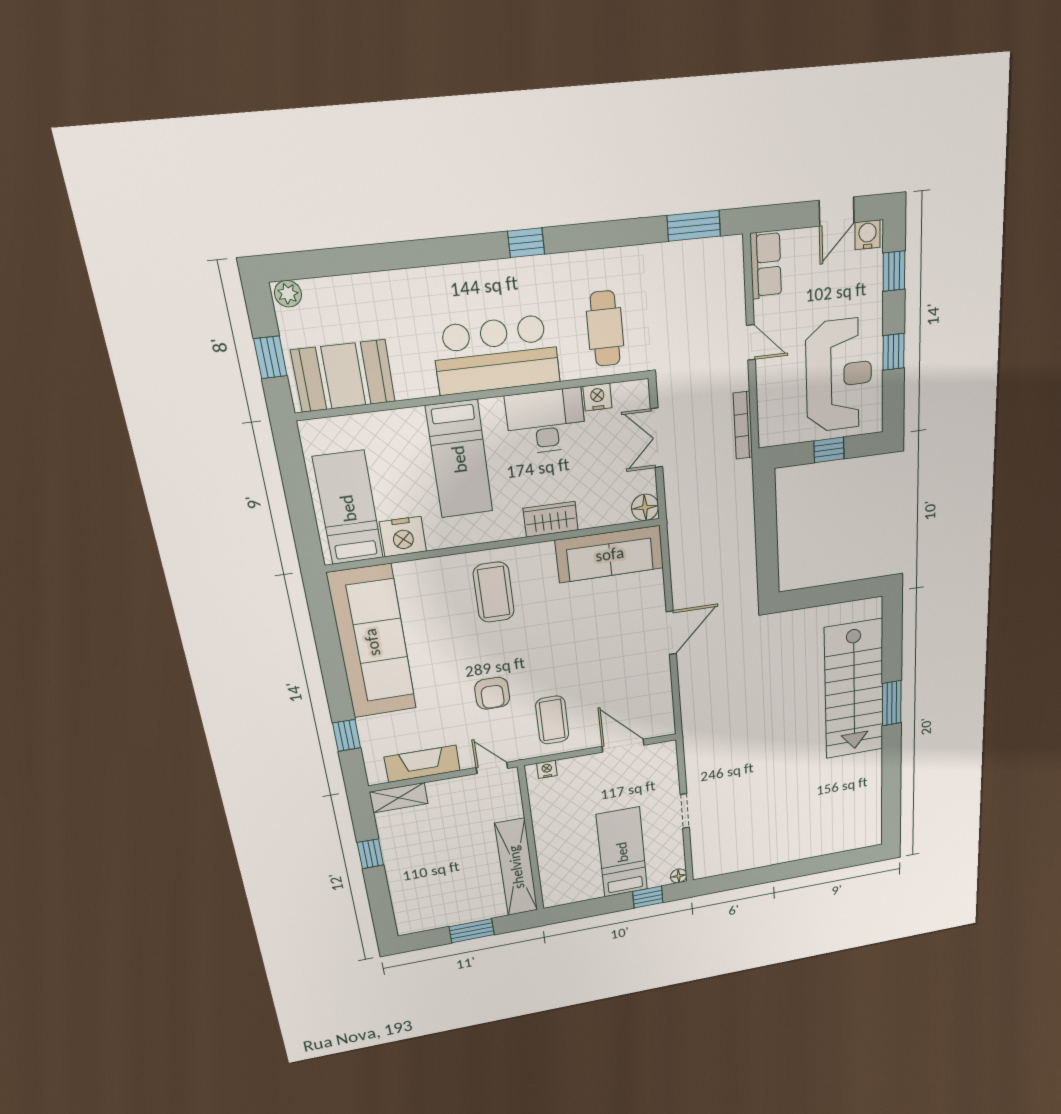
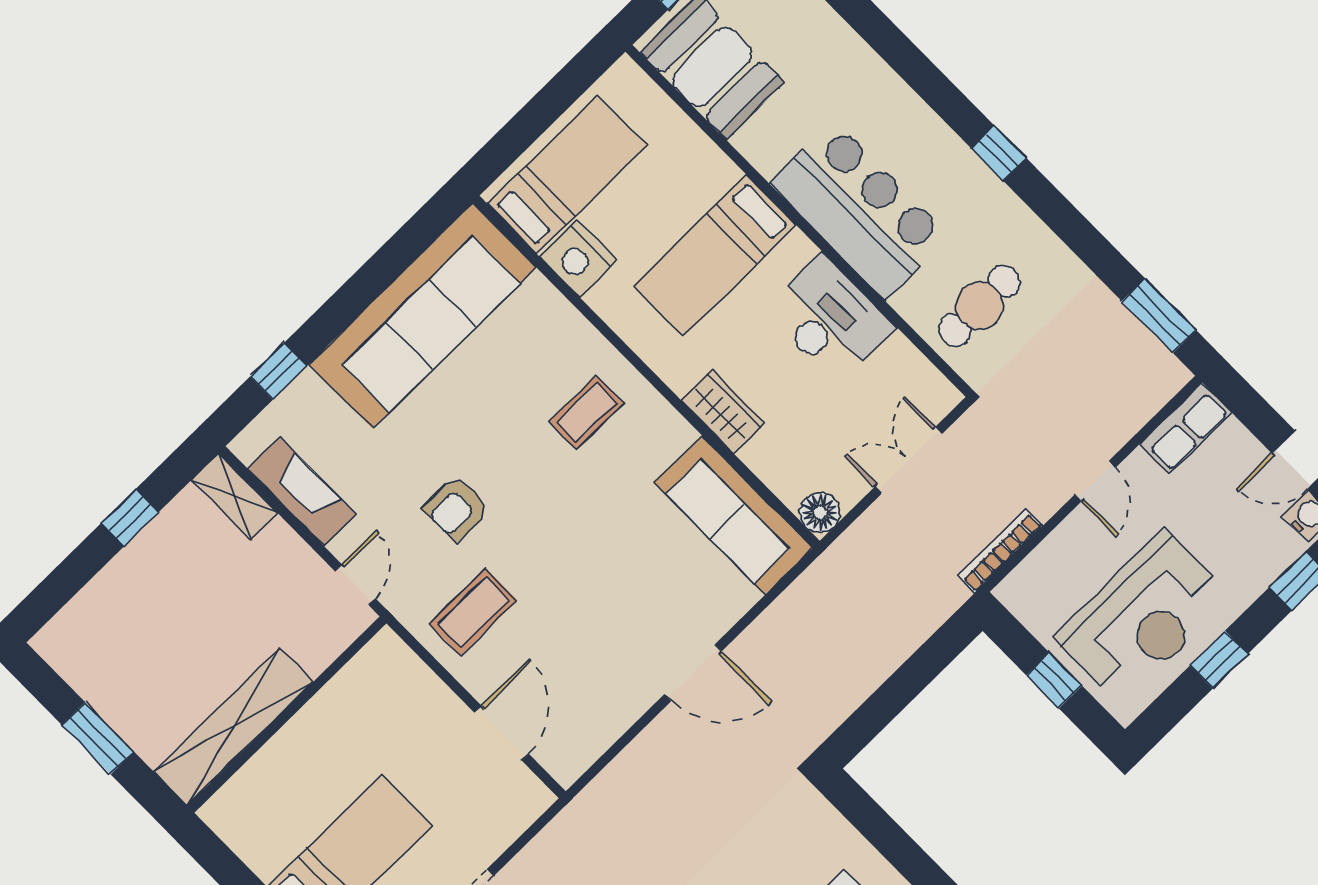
nightstand: (597, 397) -> (901, 356), removed
coffee table: (494, 592) -> (587, 413), width x0.73, depth x0.77
nightstand: (547, 769) -> (401, 658), removed

